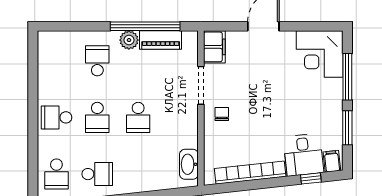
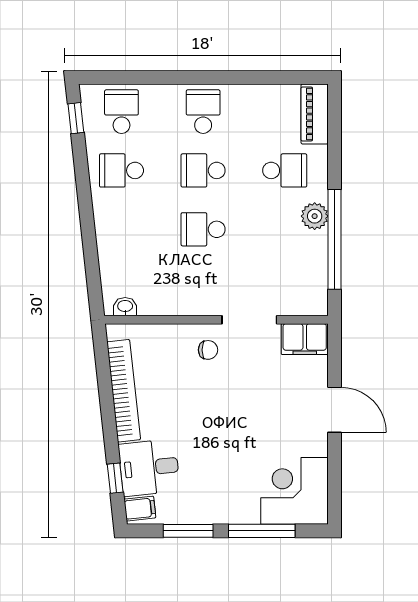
piano: (161, 40) -> (315, 114), moved
washbasin: (189, 164) -> (125, 307), width x0.52, depth x0.69
school desk: (56, 174) -> (121, 112), turned 90
school desk: (97, 174) -> (121, 170), turned 90

